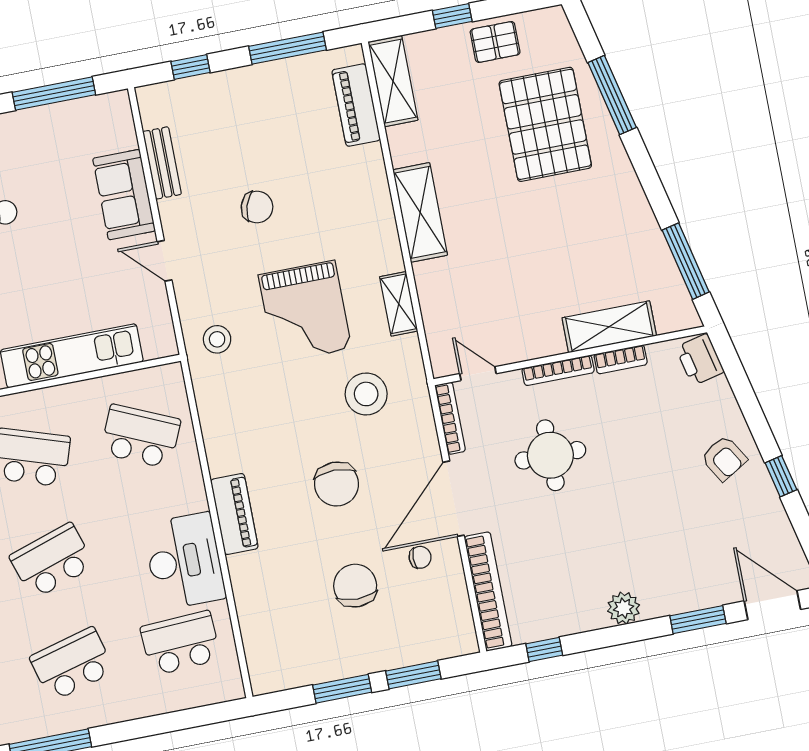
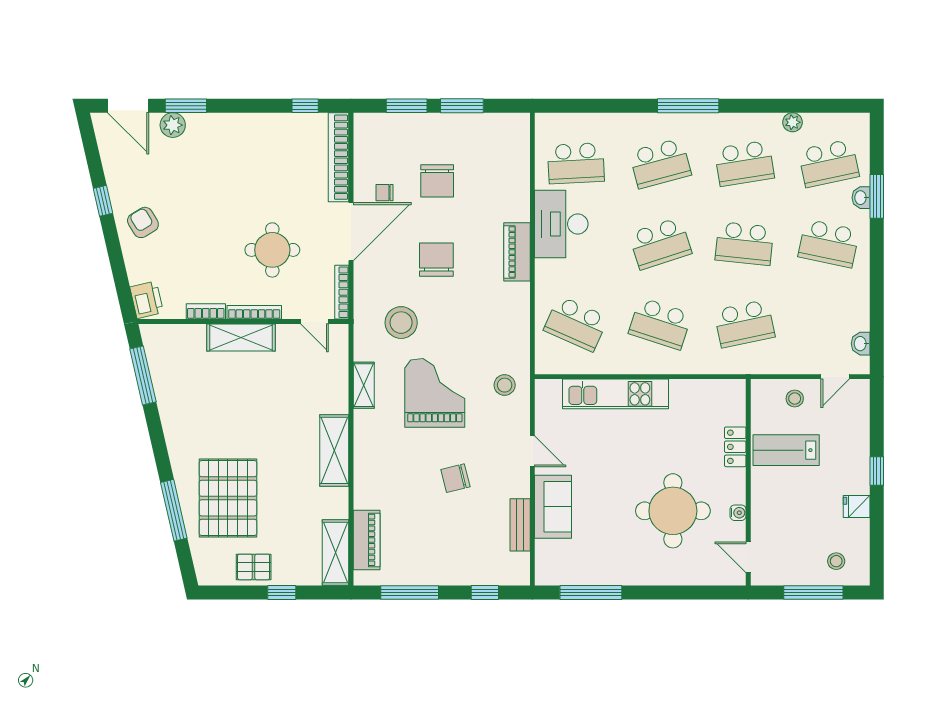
chair: (257, 207) -> (455, 478), turned -32
shelving: (609, 327) -> (241, 337), moved
plant: (624, 608) -> (173, 125), moved

